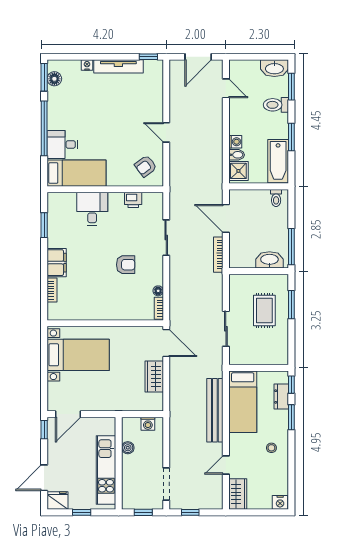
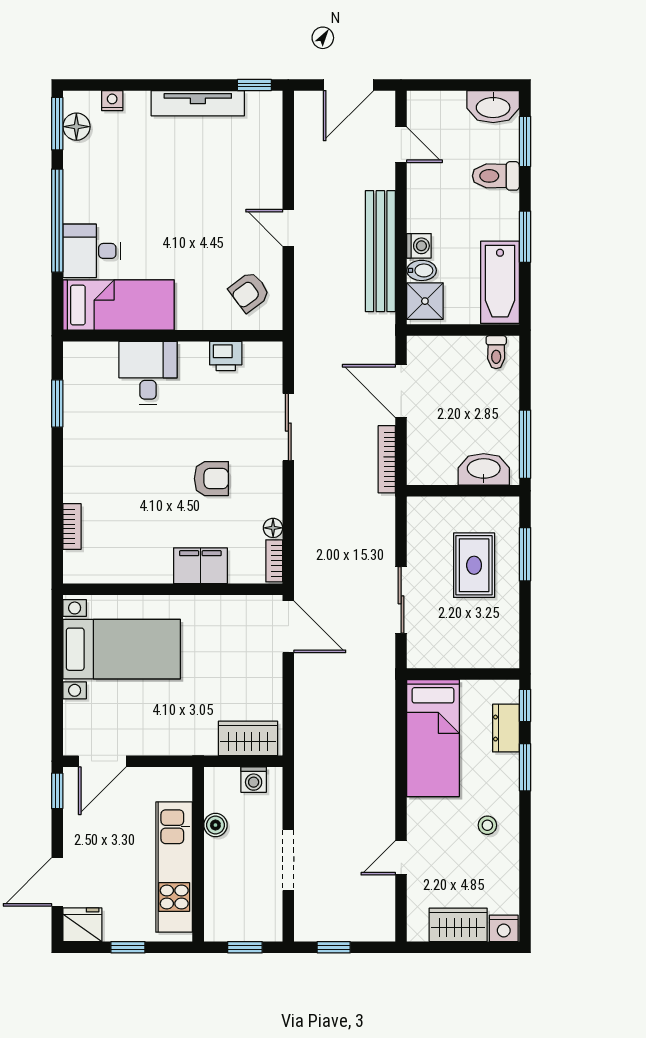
nightstand: (87, 65) -> (112, 101), moved
filing cabinet: (57, 263) -> (200, 566), moved, turned -90
wardrobe: (154, 377) -> (248, 738), moved, turned 90
bench: (215, 410) -> (380, 251), moved
doorway: (166, 484) -> (288, 860), moved
wardrobe: (238, 494) -> (458, 925), moved, turned -90

